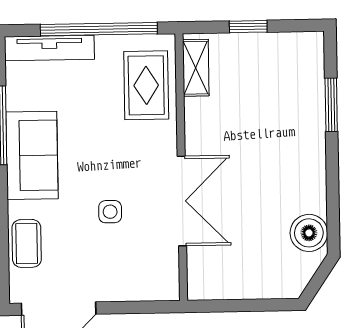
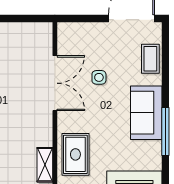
double door: (182, 201) -> (55, 83), swing flipped

